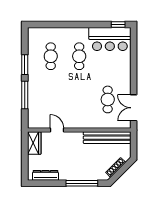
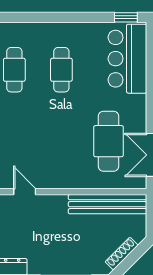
bar counter: (110, 39) -> (127, 59), moved, turned 90
cafe table: (108, 99) -> (108, 141), width x1.37, depth x1.35

